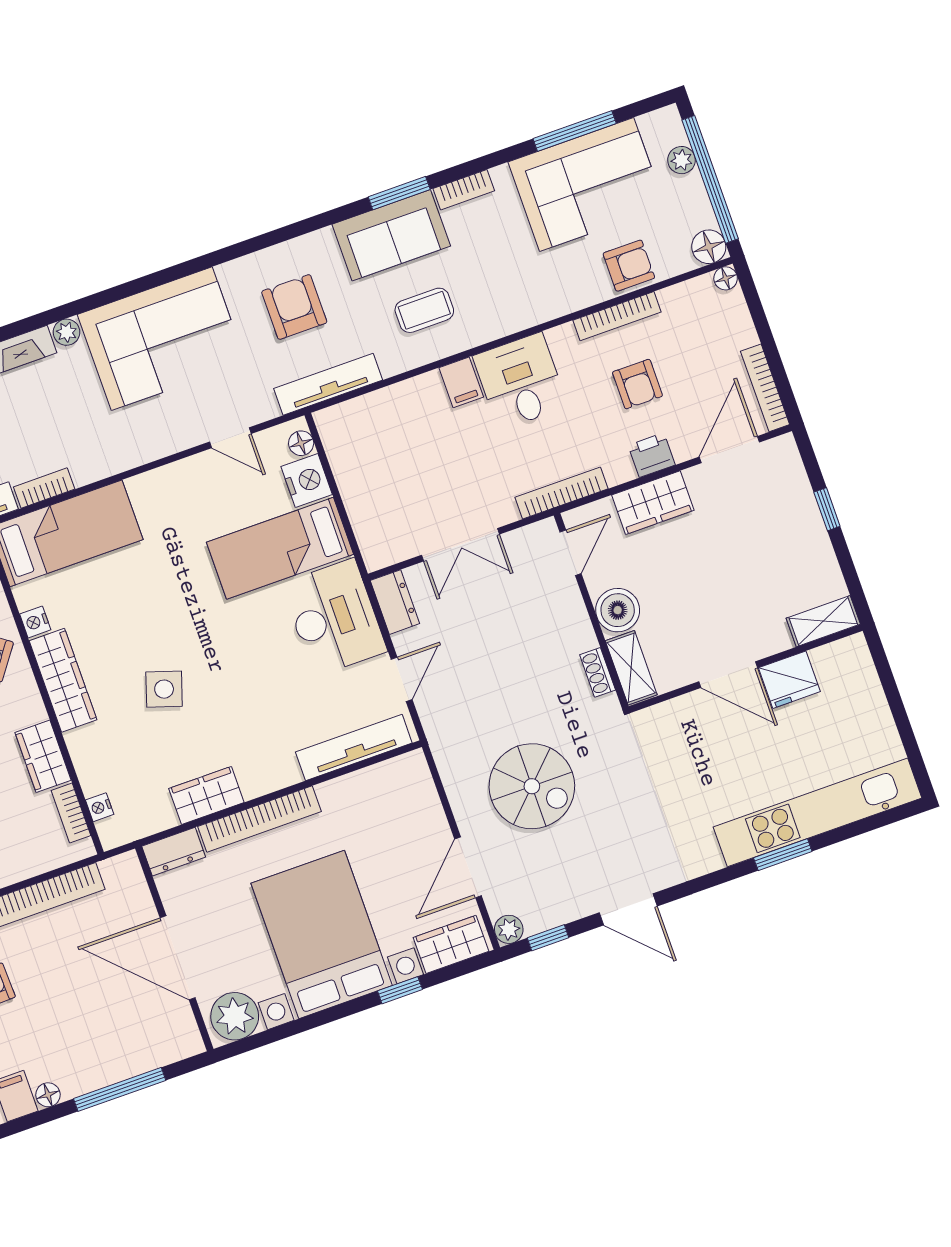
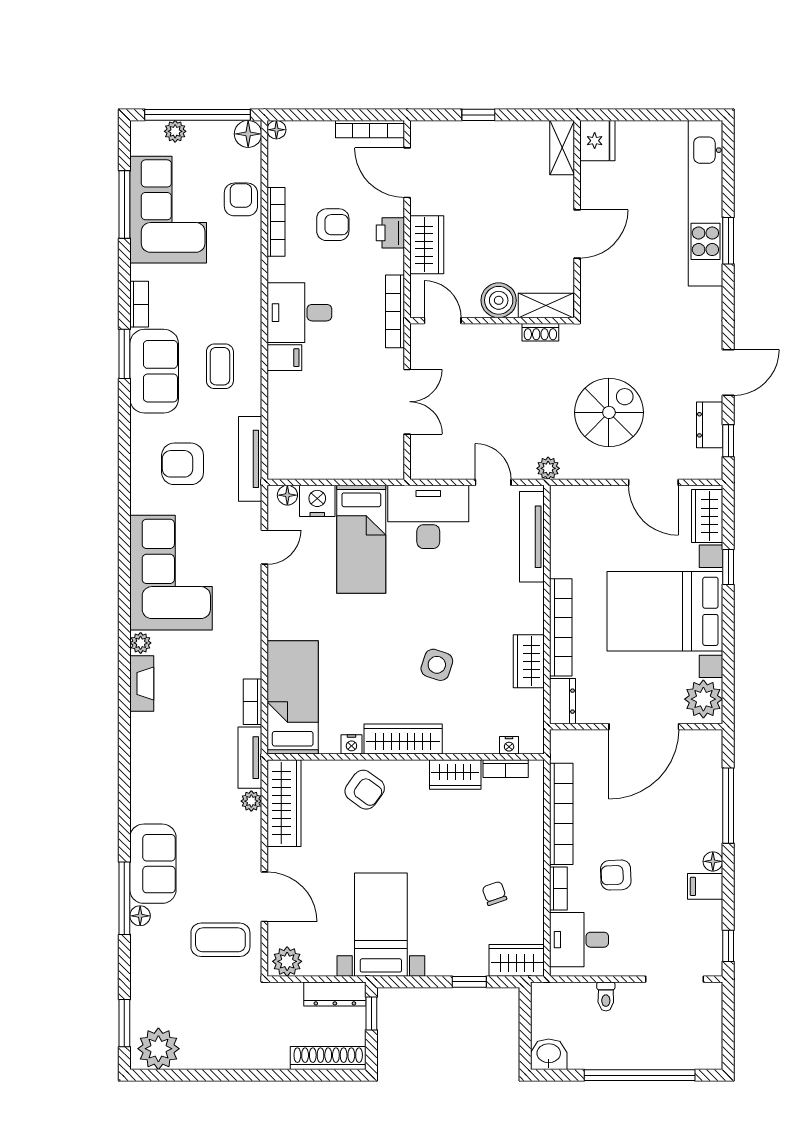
dresser: (395, 602) -> (710, 425), moved, turned -90
fridge: (789, 680) -> (597, 141), moved
plant: (509, 929) -> (548, 468), moved

